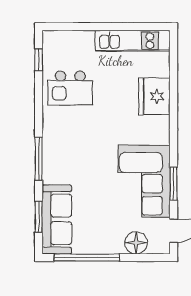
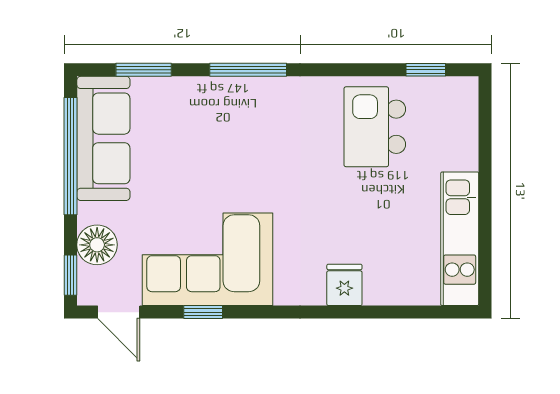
fridge: (154, 96) -> (344, 285), width x0.53, depth x0.75
window: (174, 184) -> (203, 312), width x0.67
sofa: (57, 219) -> (103, 138), moved, turned -90
window: (153, 258) -> (71, 275), added

